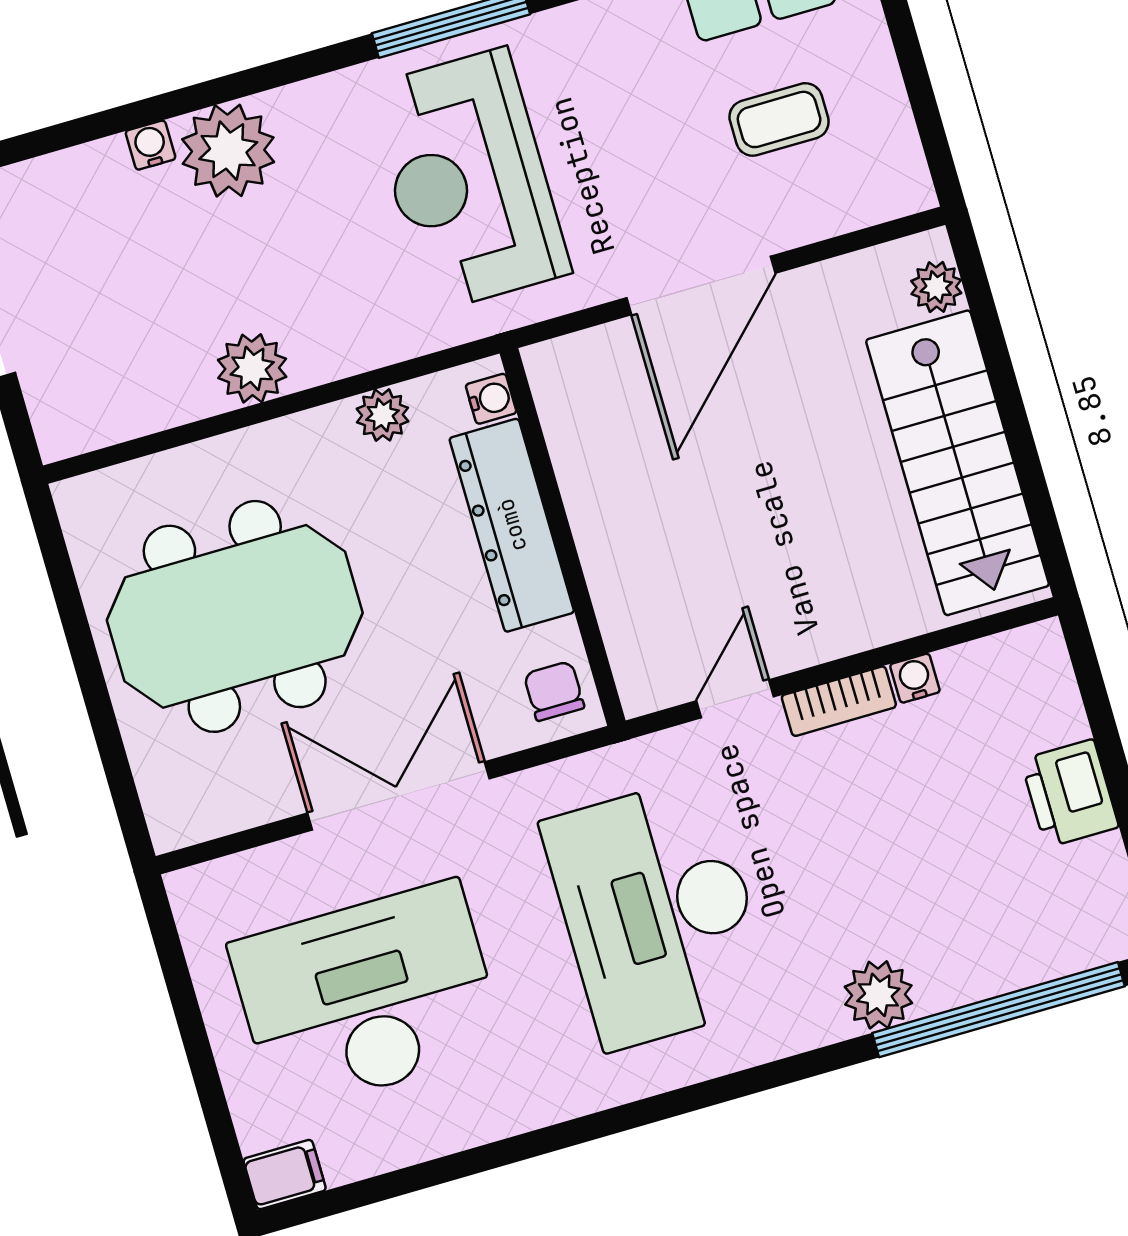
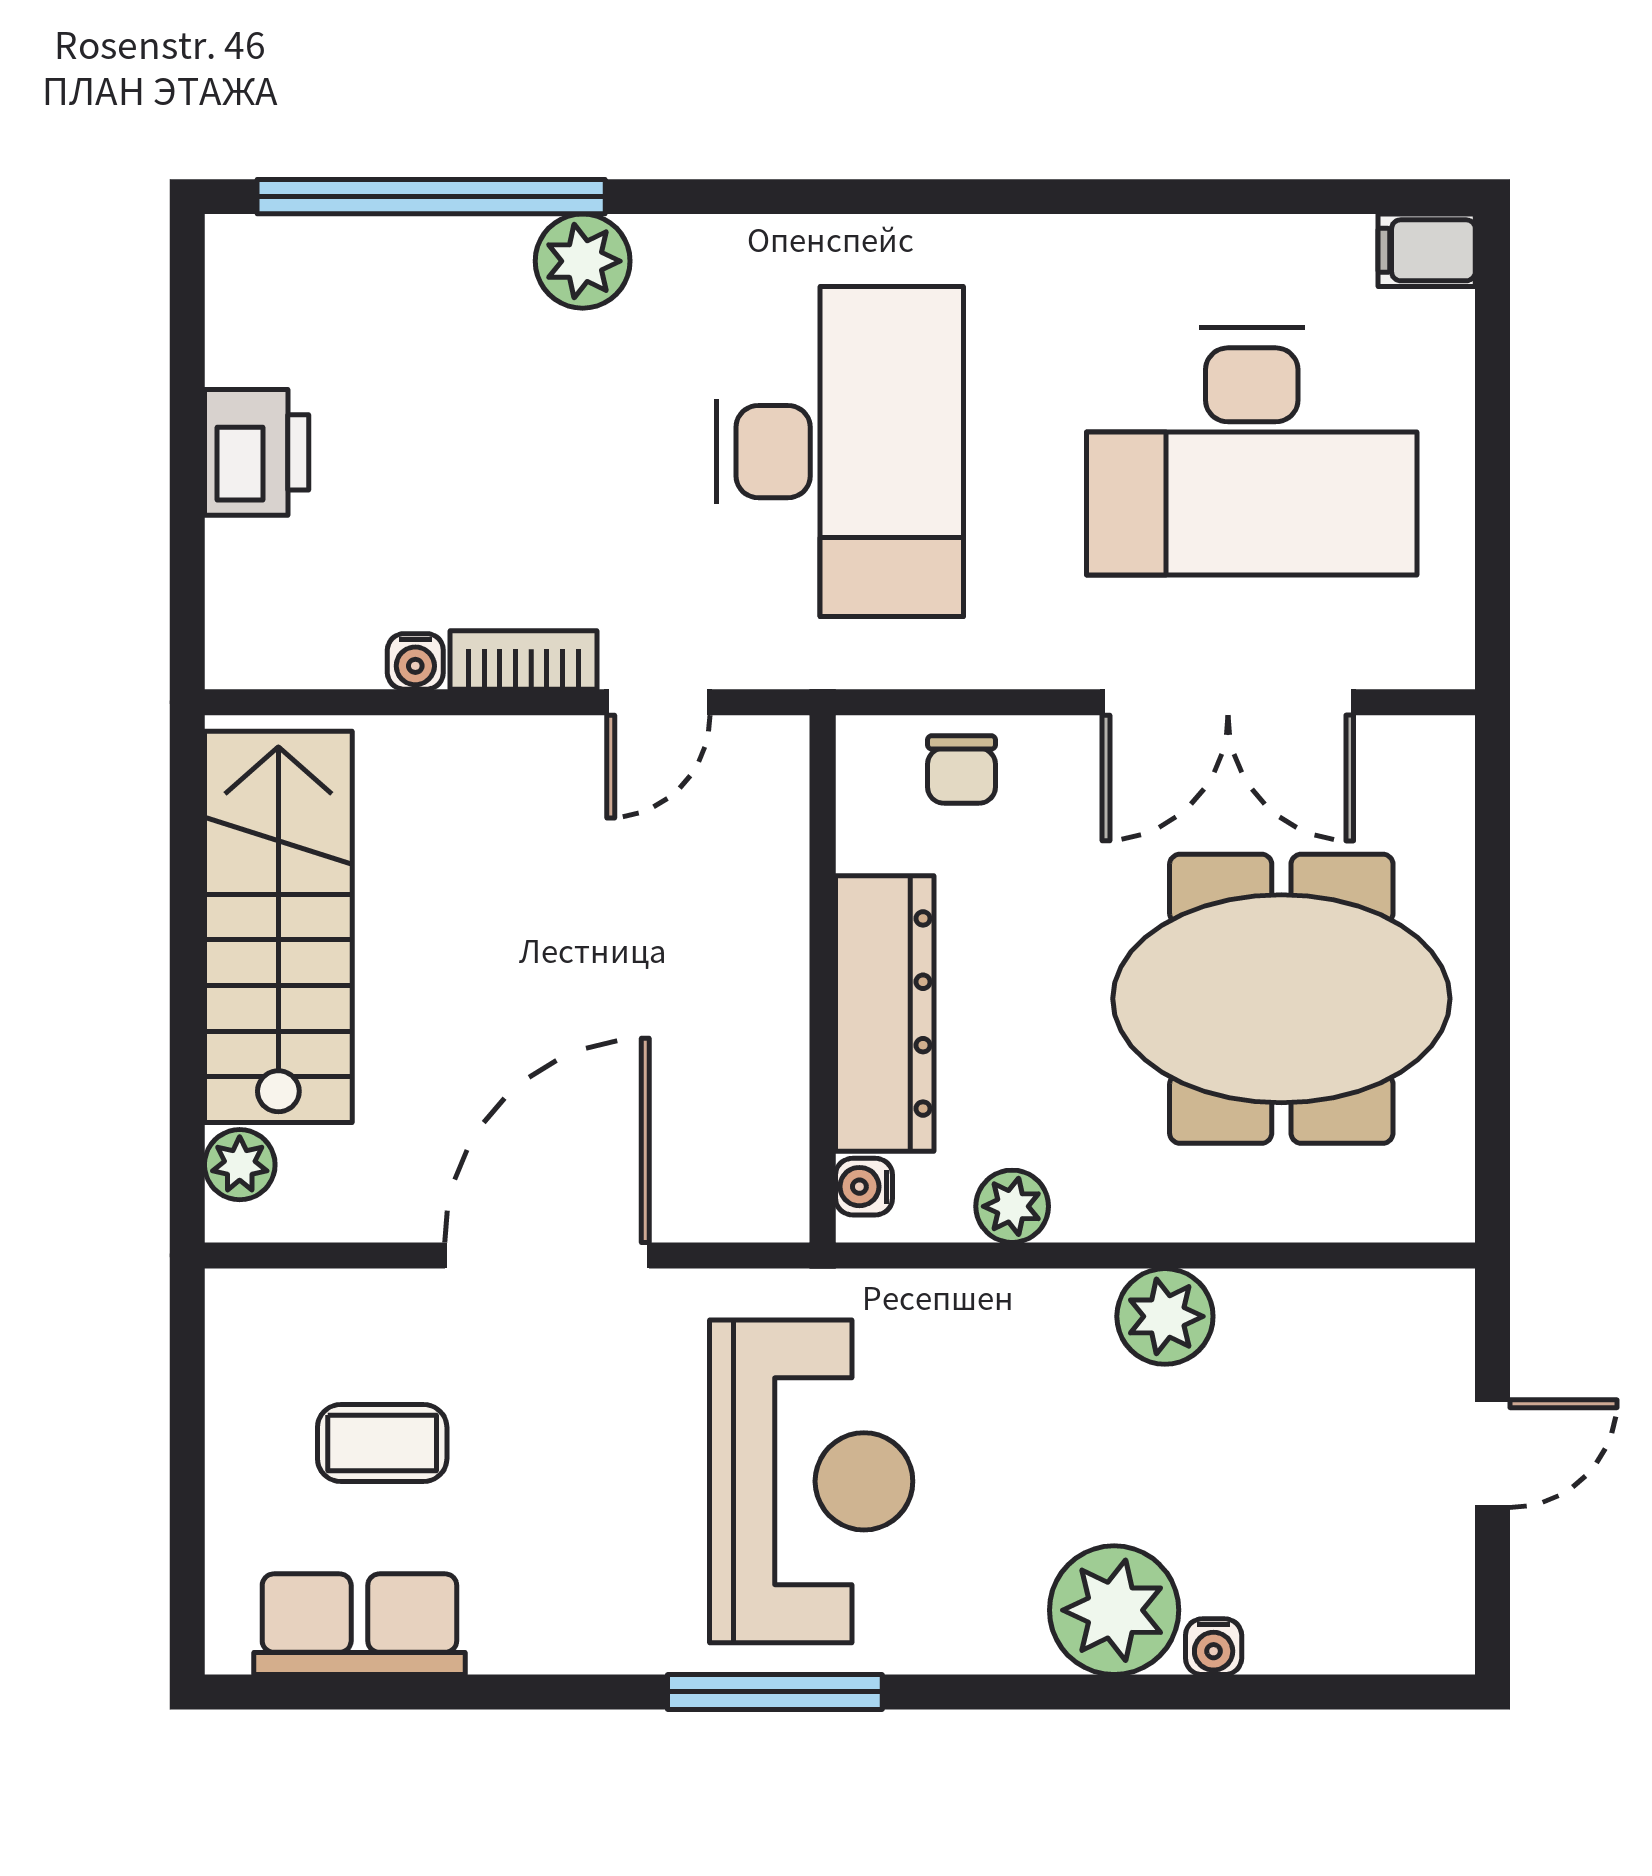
chair: (554, 691) -> (961, 770), moved
double door: (399, 796) -> (1228, 702), moved

